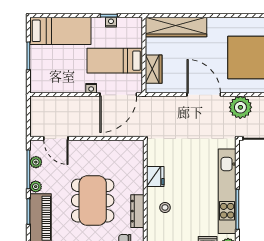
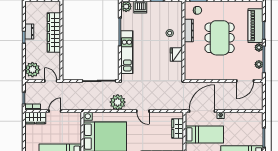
door: (204, 95) -> (143, 111), width x0.53
door: (56, 138) -> (245, 81), swing flipped
kitchen unit: (227, 191) -> (127, 52), width x0.73

